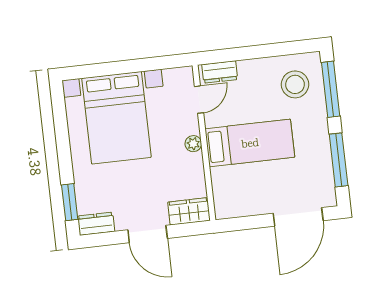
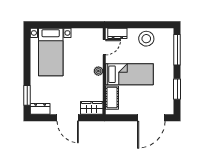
stool: (295, 84) -> (146, 39), moved
bed with nightstands: (116, 118) -> (51, 52), width x0.73
window: (339, 160) -> (177, 89), width x0.69
cot: (223, 189) -> (112, 98), added

